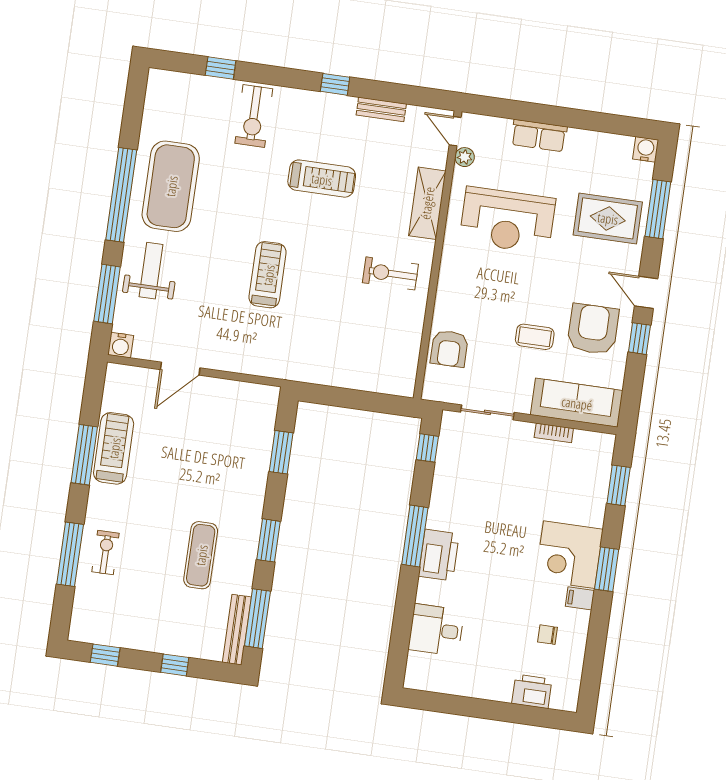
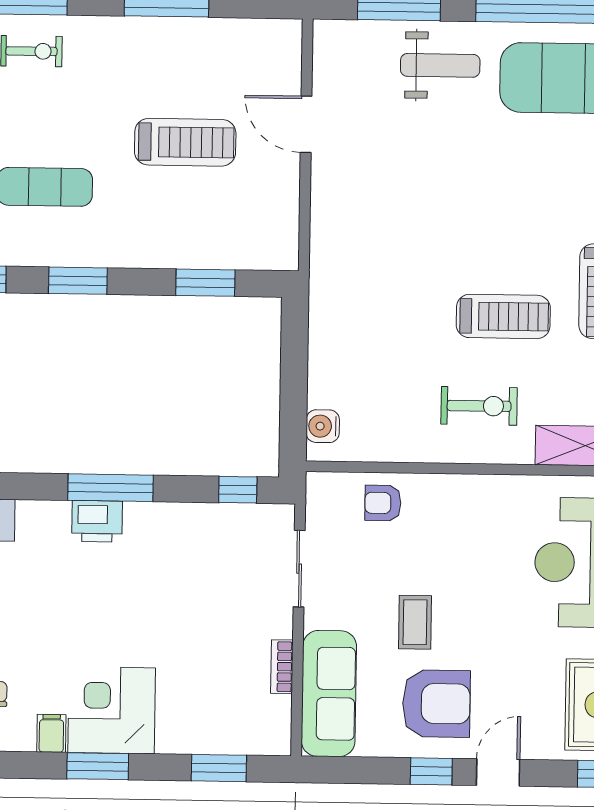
exercise bike: (390, 273) -> (479, 406), turned 90
treadmill: (268, 275) -> (503, 316), moved
water cooler: (121, 345) -> (323, 426), moved
armchair: (449, 349) -> (383, 503), width x0.72, depth x0.72
treadmill: (114, 448) -> (185, 142), moved
printer: (439, 555) -> (97, 521), width x0.73, depth x0.84

